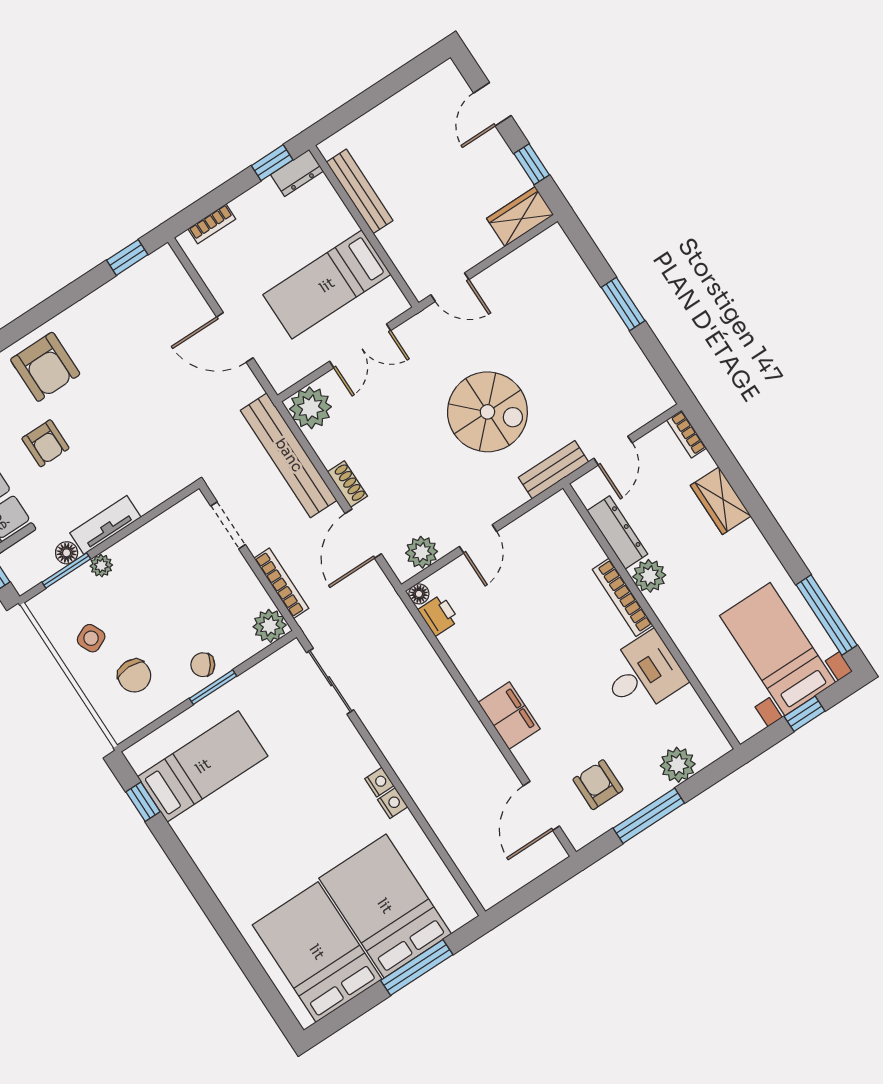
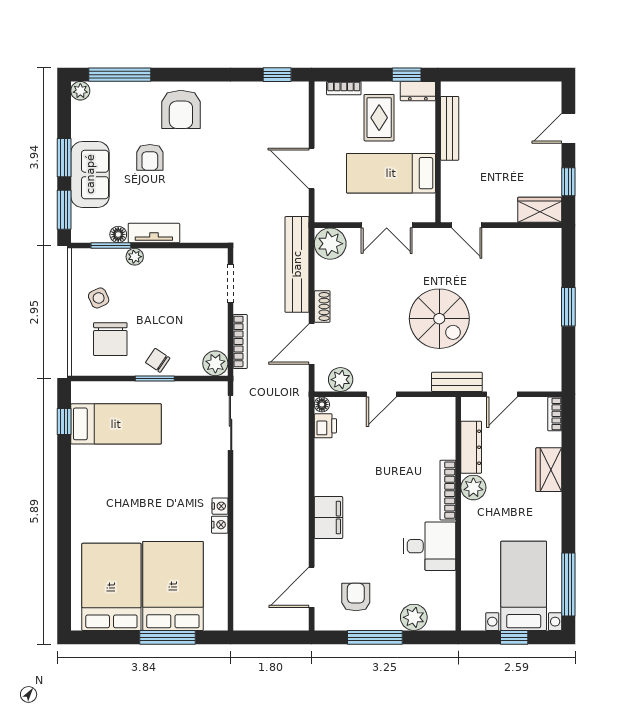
rug: (273, 231) -> (379, 118), added
chair: (134, 676) -> (110, 339), width x1.37, depth x1.37

